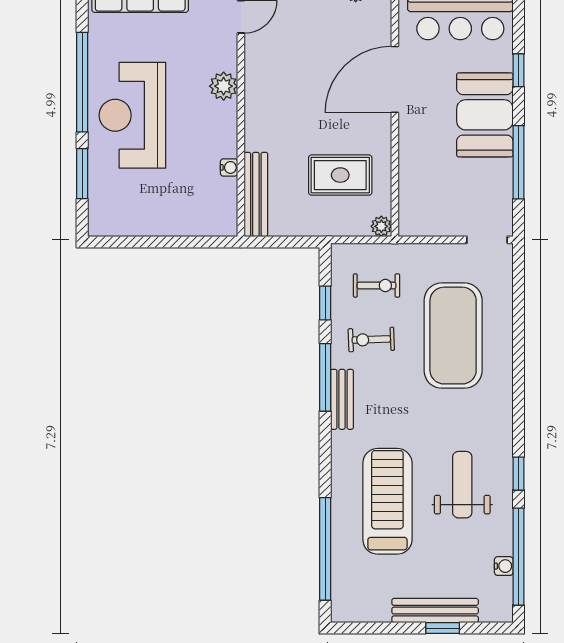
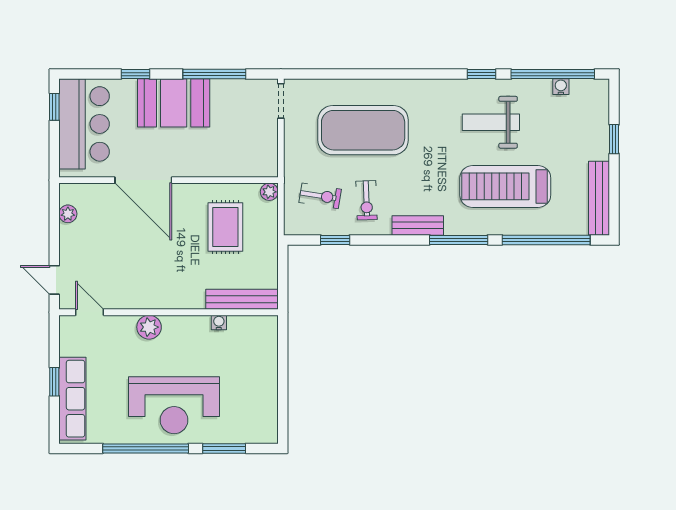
exercise bike: (377, 286) -> (320, 196), turned 99
window: (325, 377) -> (459, 240), moved
bench: (435, 611) -> (599, 198), moved

